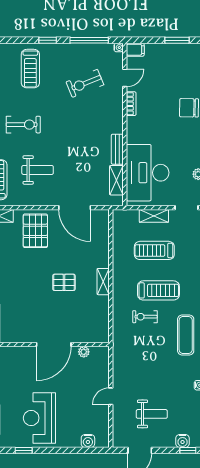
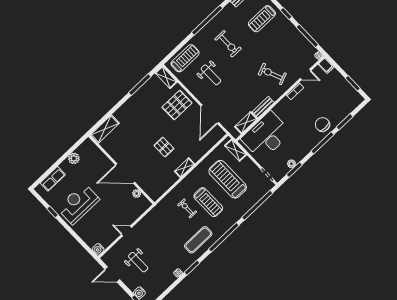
exercise bike: (85, 83) -> (272, 74), moved
shelving: (154, 216) -> (236, 150), moved
treadmill: (154, 250) -> (228, 179), width x1.37, depth x1.38
water cooler: (88, 441) -> (98, 249), moved

